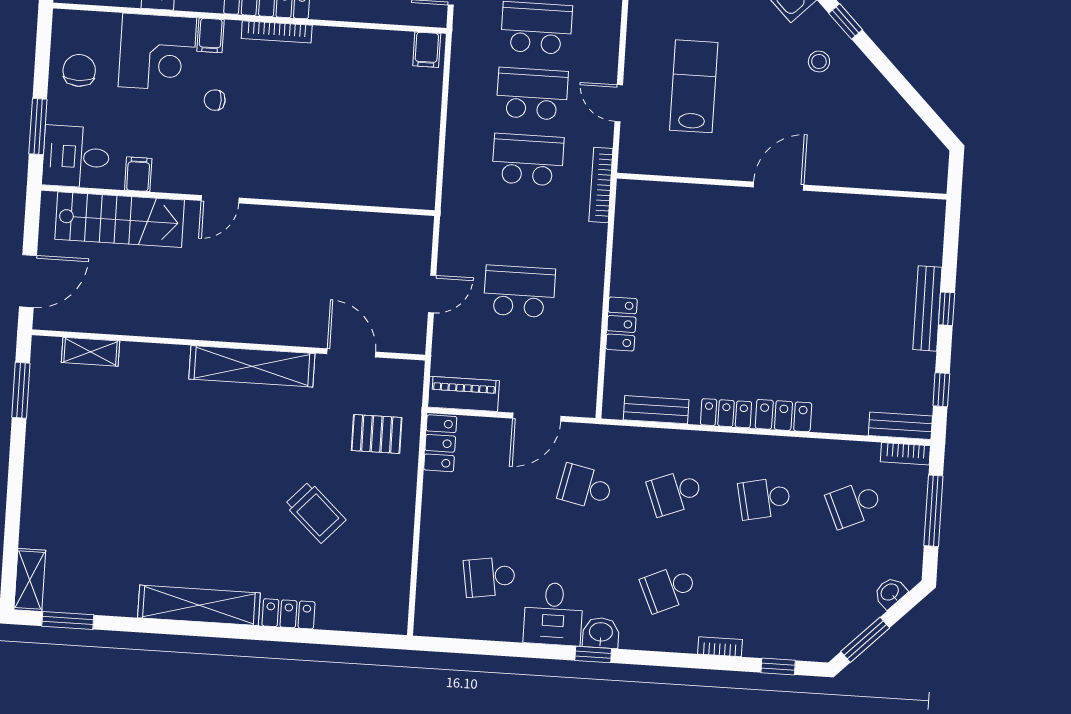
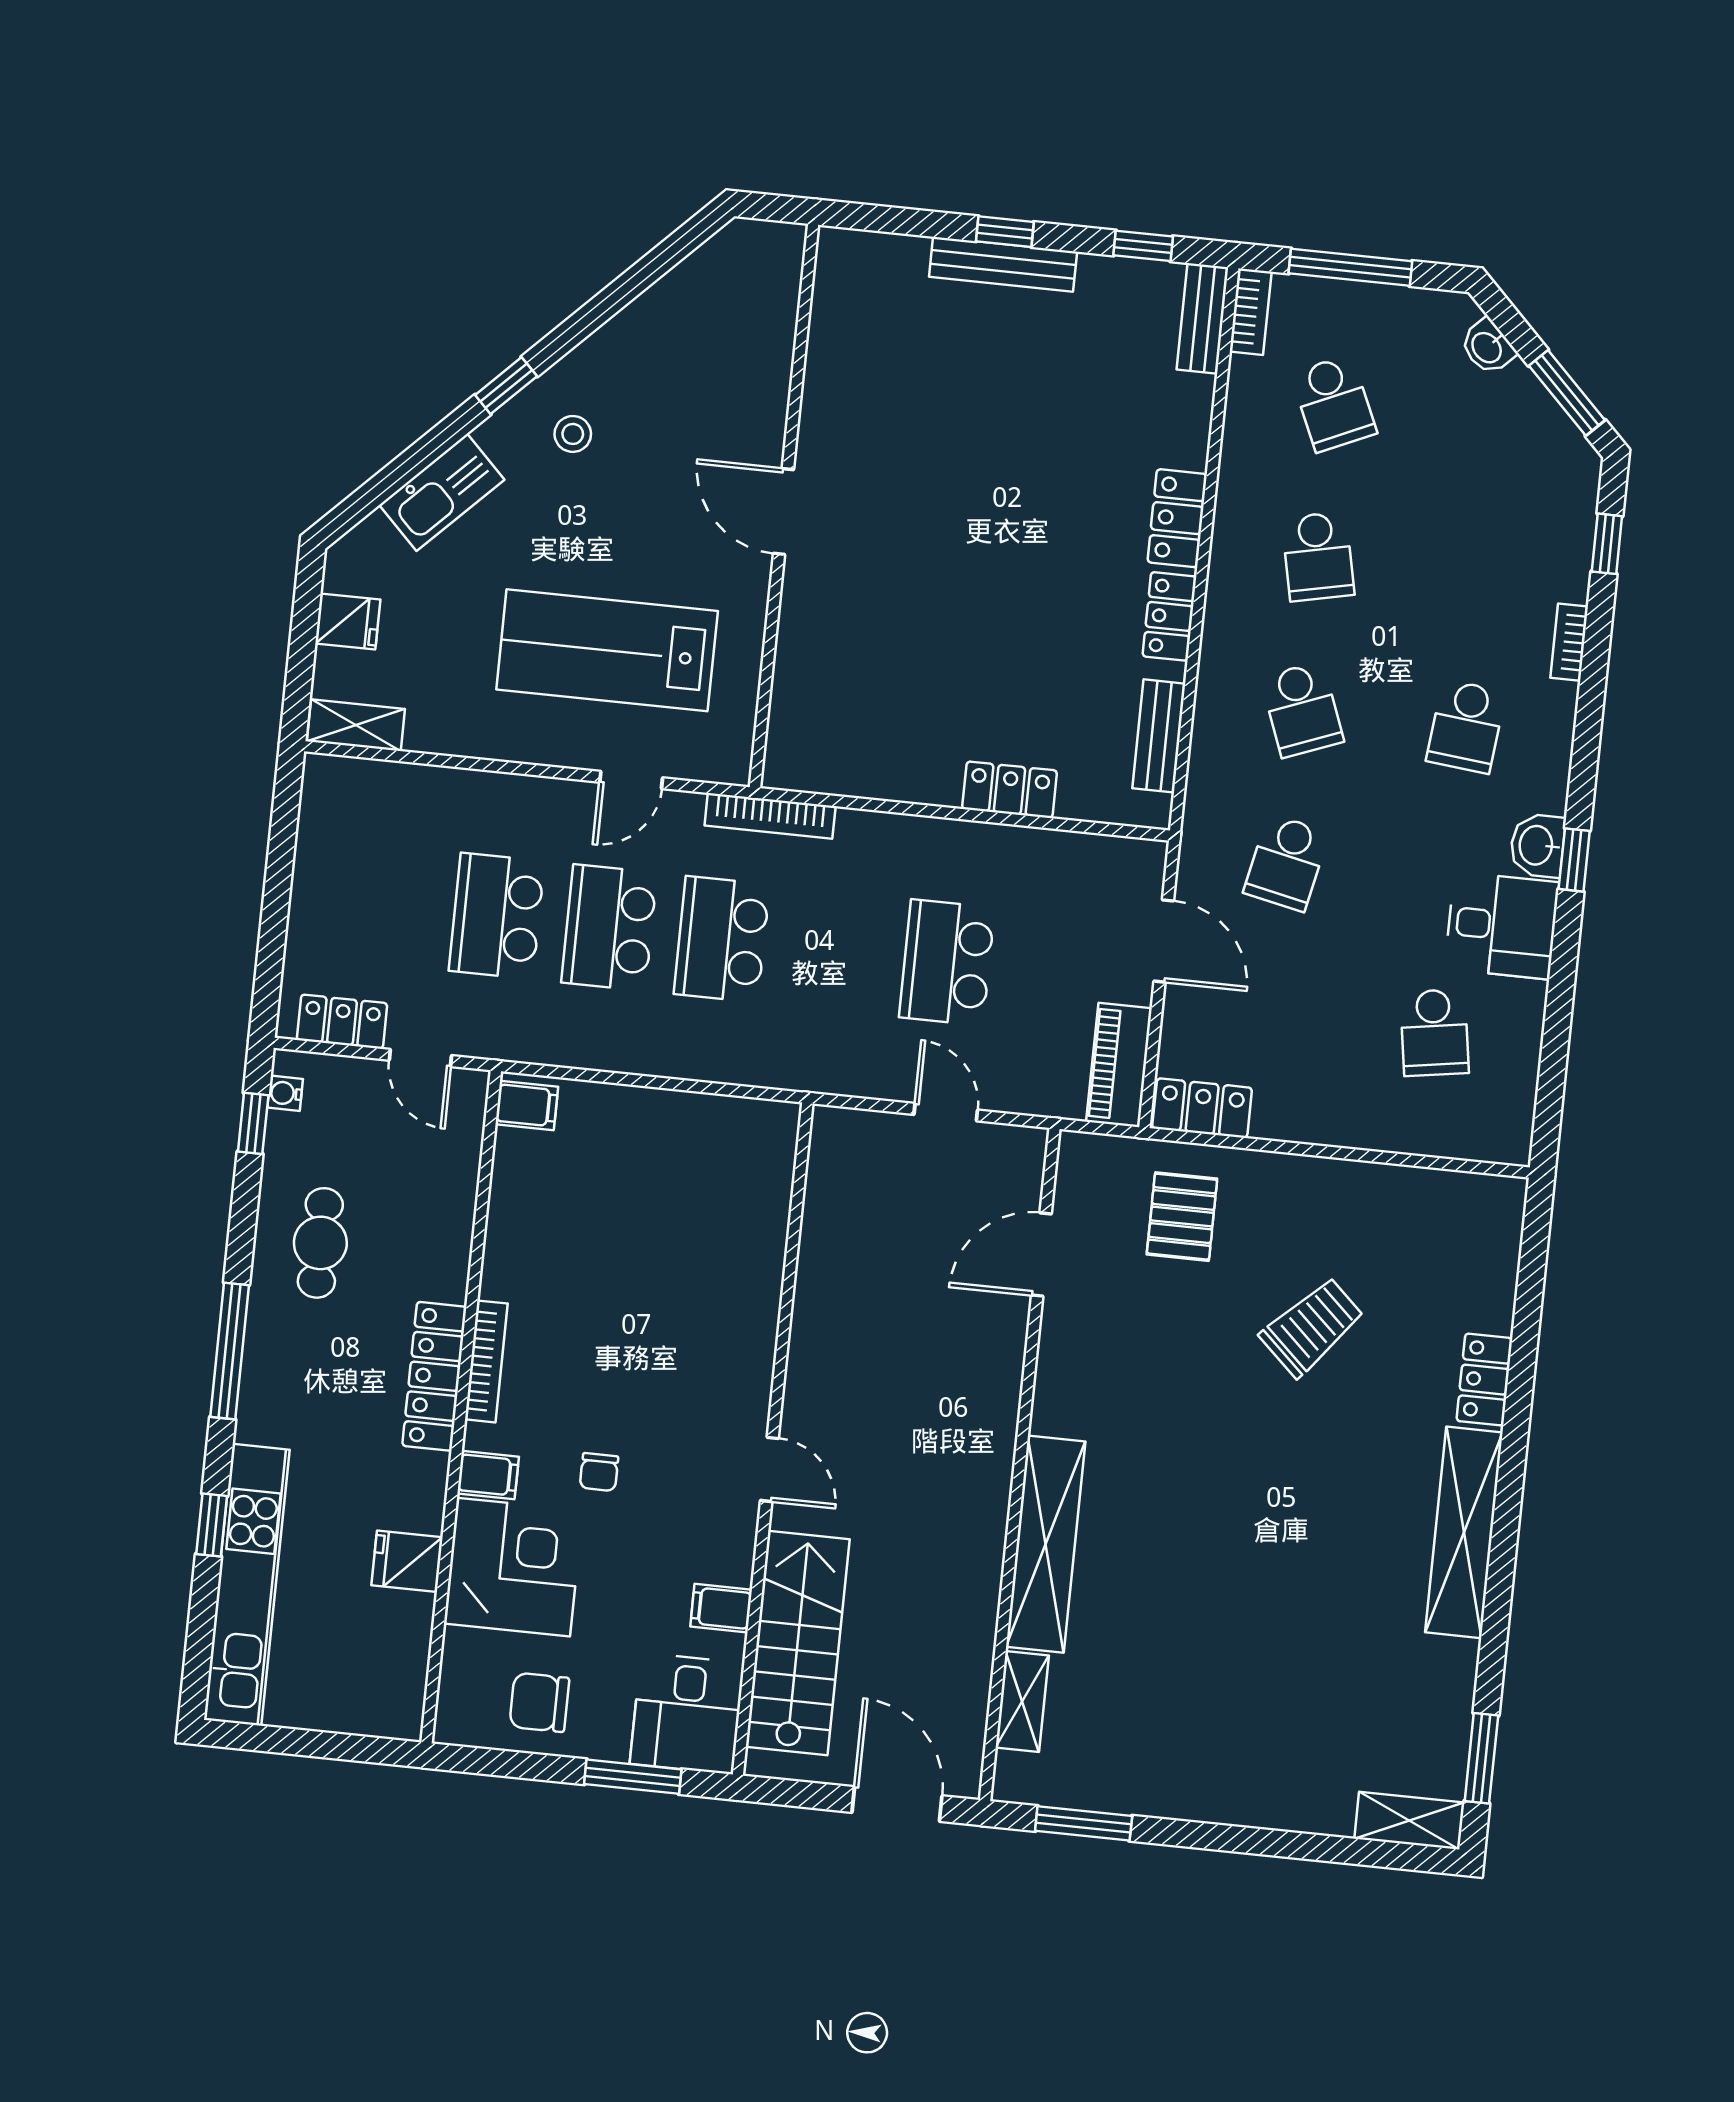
lab bench: (694, 86) -> (607, 650), width x1.36, depth x1.39
shelving: (252, 366) -> (1046, 1544), moved
school desk: (669, 589) -> (1466, 726), turned 30

